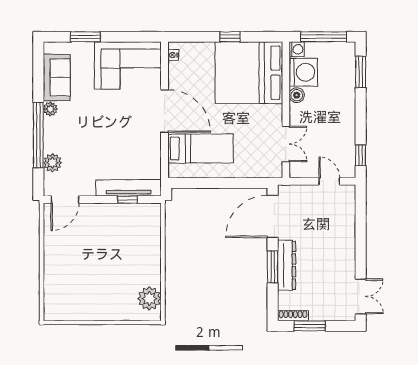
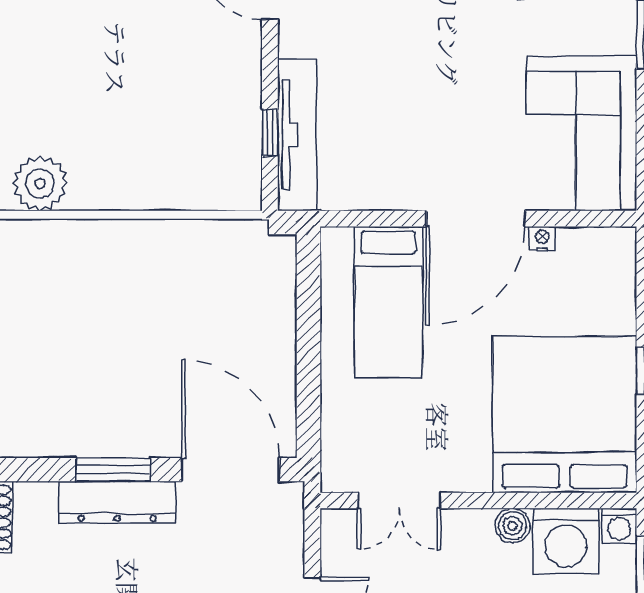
nightstand: (173, 55) -> (542, 239), moved

